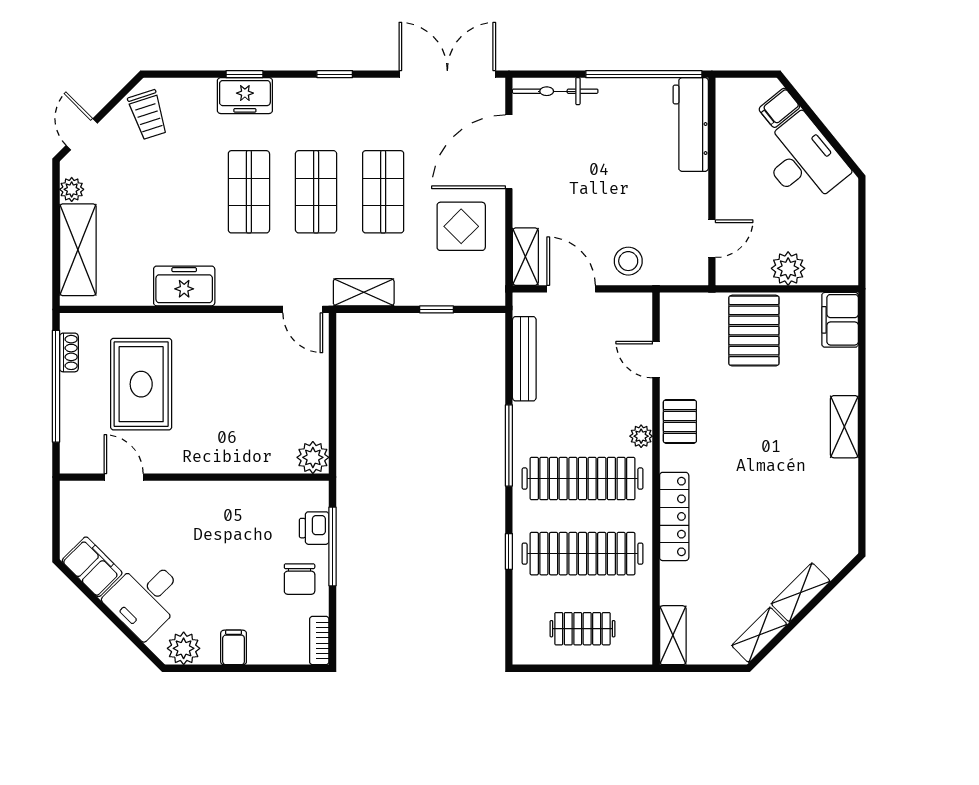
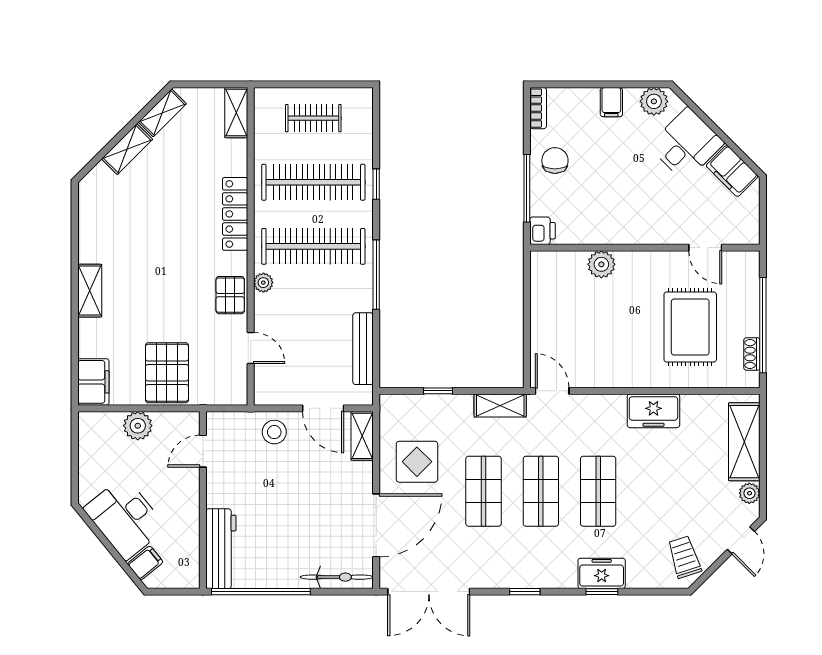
plant: (313, 457) -> (601, 264), moved
printer: (314, 528) -> (542, 231), moved

